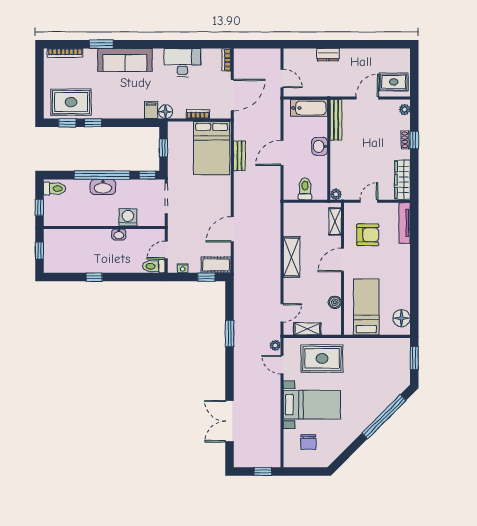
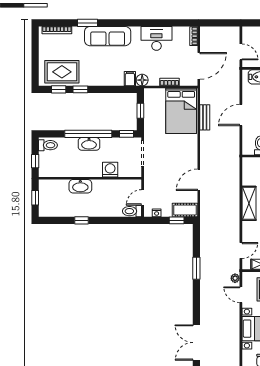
washbasin: (119, 234) -> (80, 186), moved, width x1.91, depth x1.45

